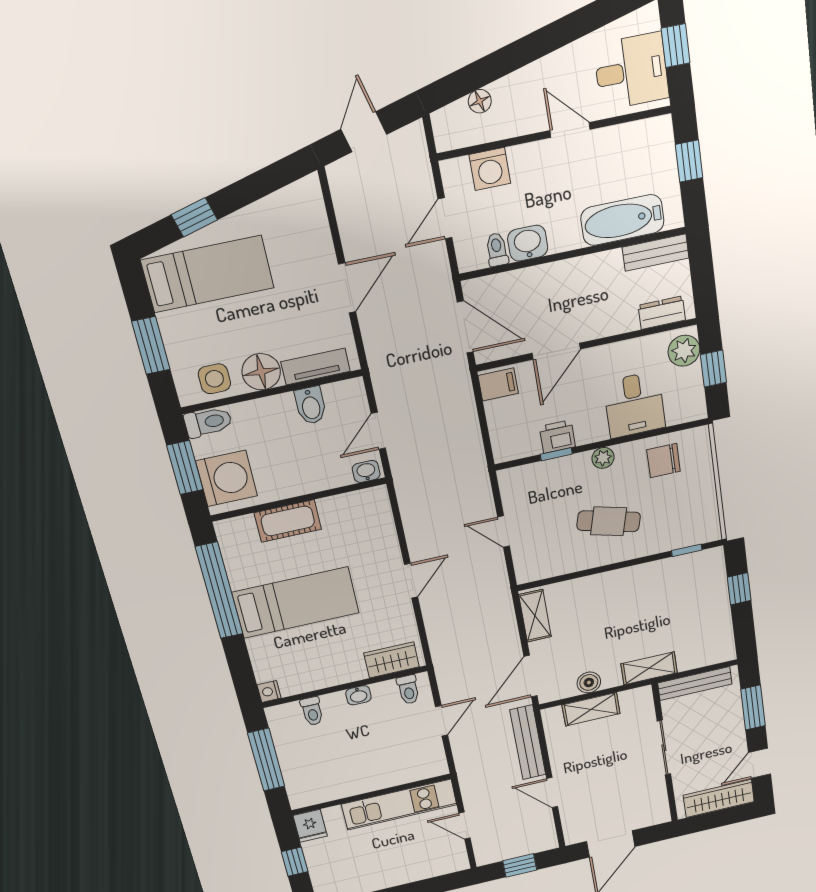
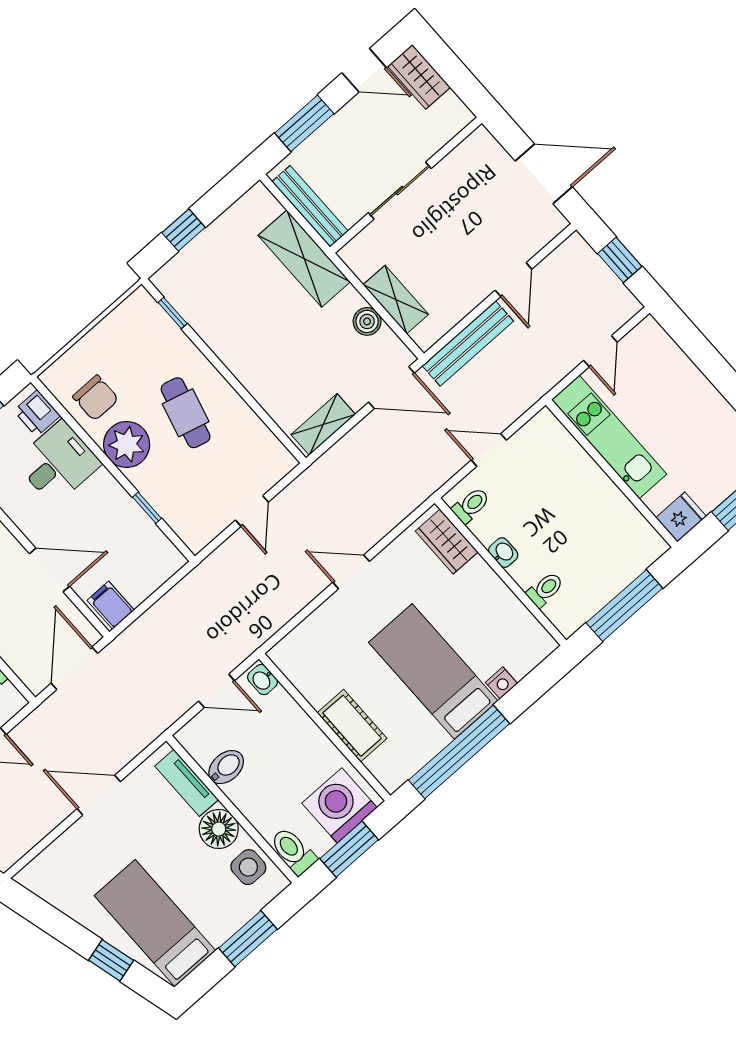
printer: (557, 437) -> (37, 413), moved
plant: (603, 458) -> (127, 444), width x1.88, depth x1.88
shelving: (649, 668) -> (304, 259), width x1.50, depth x1.33
nightstand: (269, 691) -> (501, 683), moved
wardrobe: (719, 798) -> (419, 77), width x0.67

